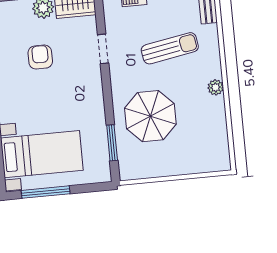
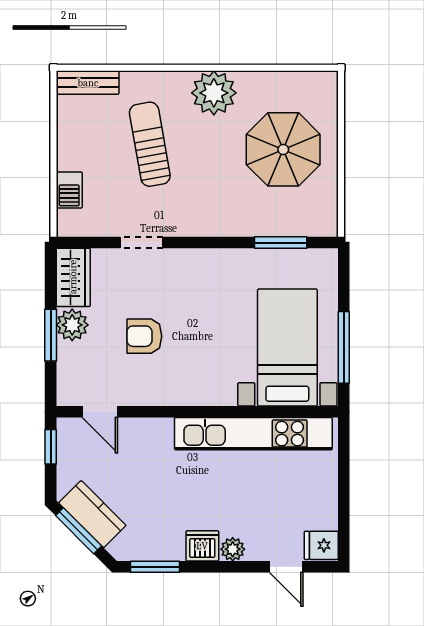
plant: (216, 87) -> (214, 93), width x1.87, depth x1.87
parasol: (150, 116) -> (283, 149), moved

